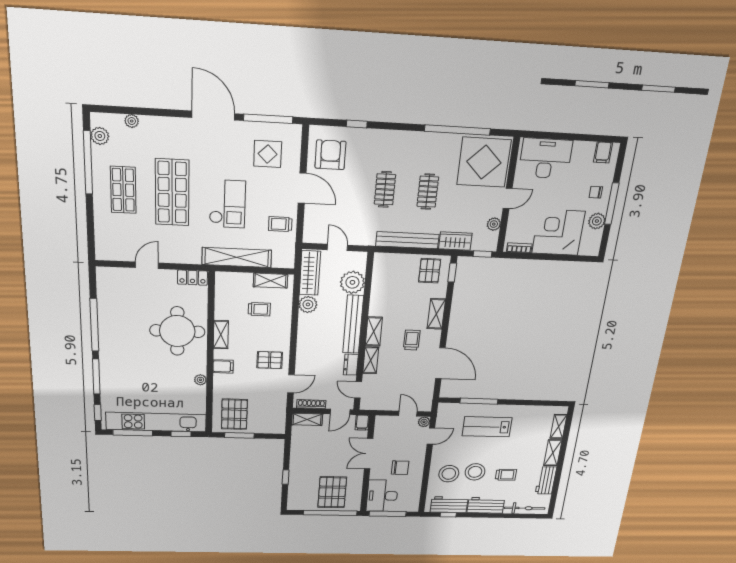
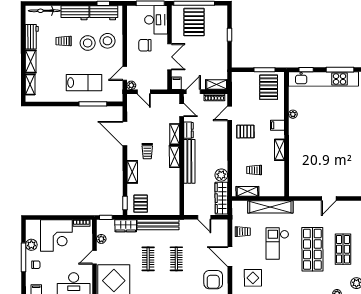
locker: (192, 278) -> (299, 191), removed
plant: (352, 282) -> (192, 193), removed
round table: (177, 331) -> (309, 151), removed

